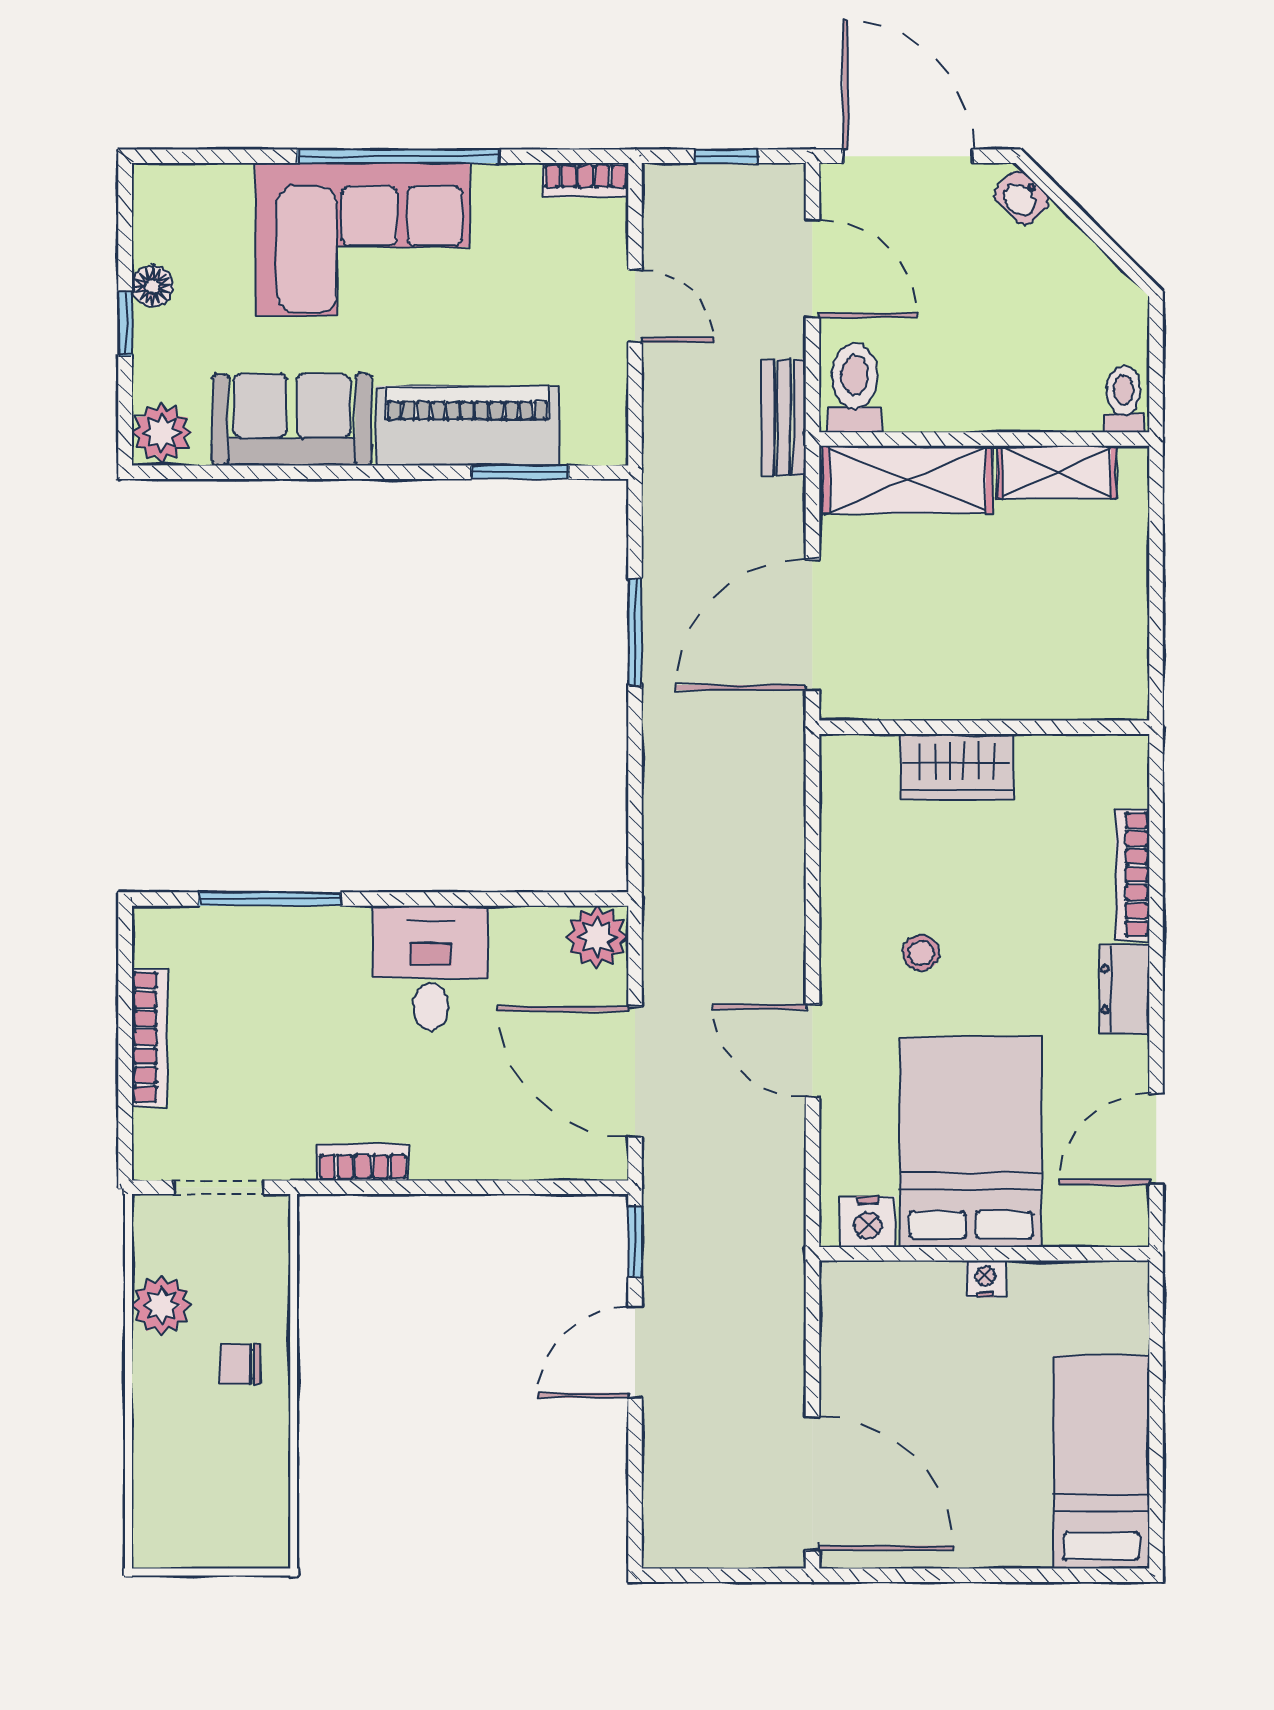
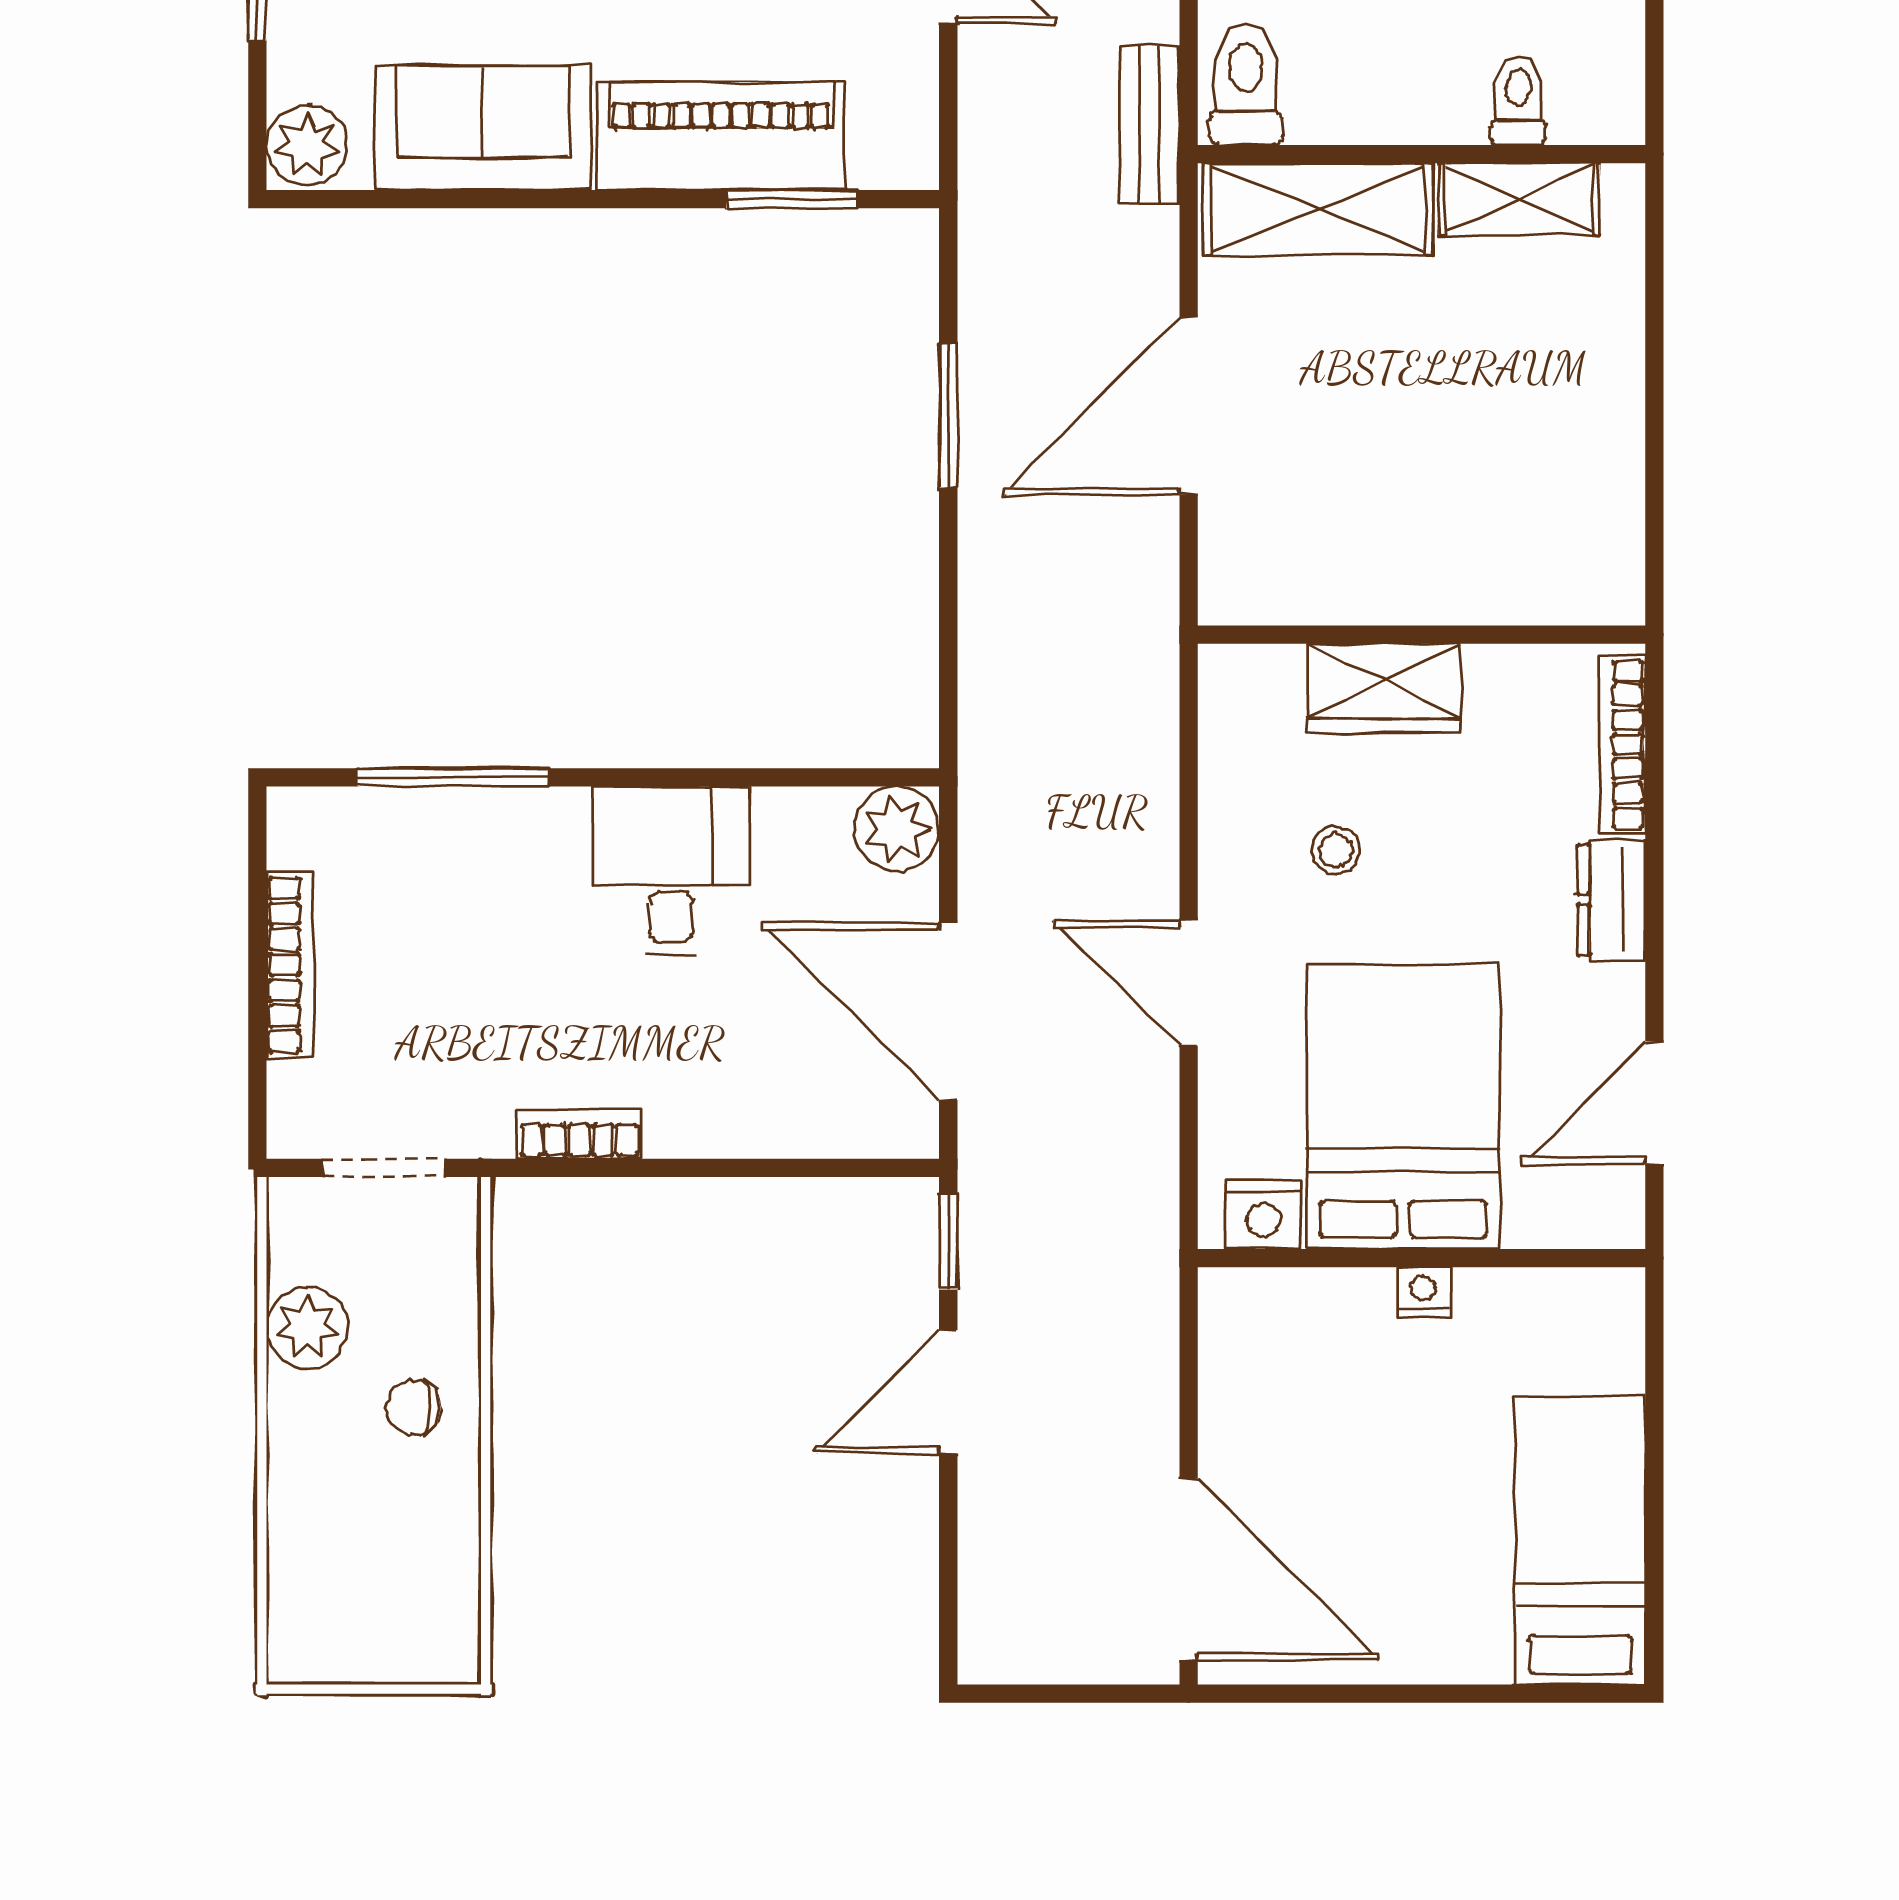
toilet: (1124, 399) -> (1518, 100), moved
wall: (984, 727) -> (1421, 635), moved
wardrobe: (957, 767) -> (1384, 688), moved

